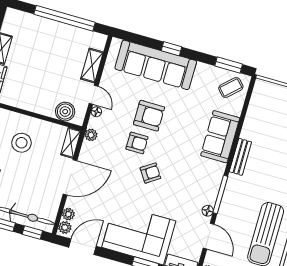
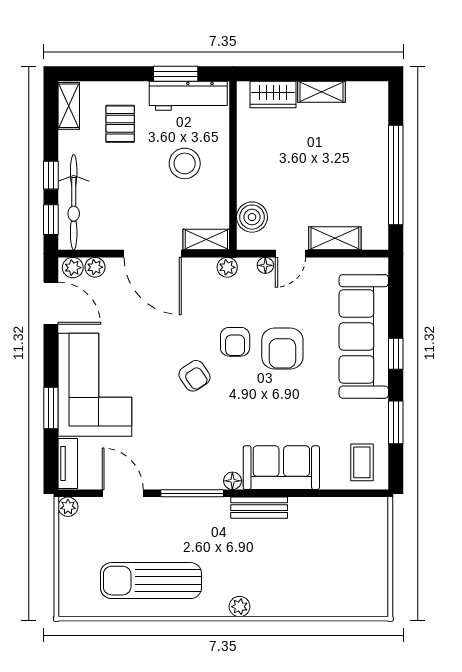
window: (229, 65) -> (396, 422), moved
coffee table: (231, 87) -> (362, 462), turned 43
floor lamp: (208, 211) -> (232, 481), moved
door: (209, 236) -> (123, 493), swing flipped

